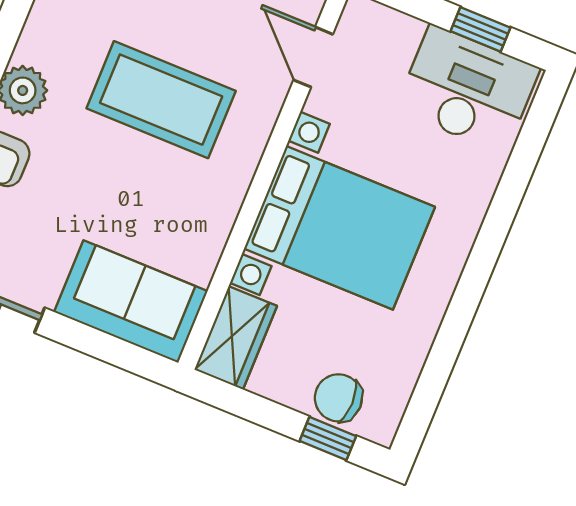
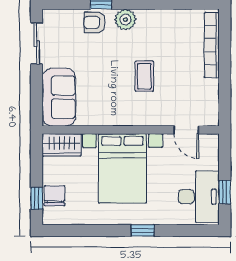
door: (313, 57) -> (186, 130), swing flipped
coffee table: (161, 100) -> (144, 76), width x0.54, depth x0.58
window: (491, 239) -> (143, 231), added

